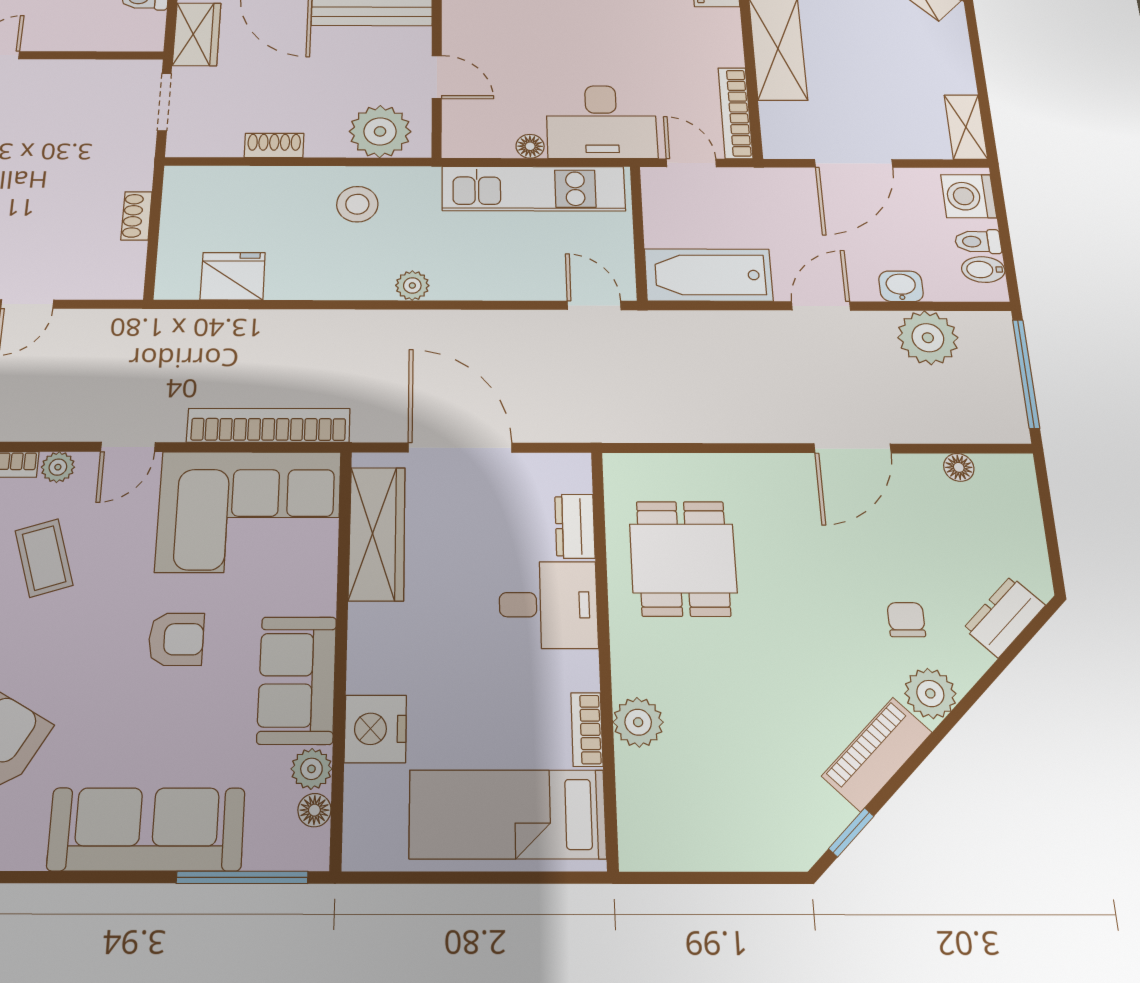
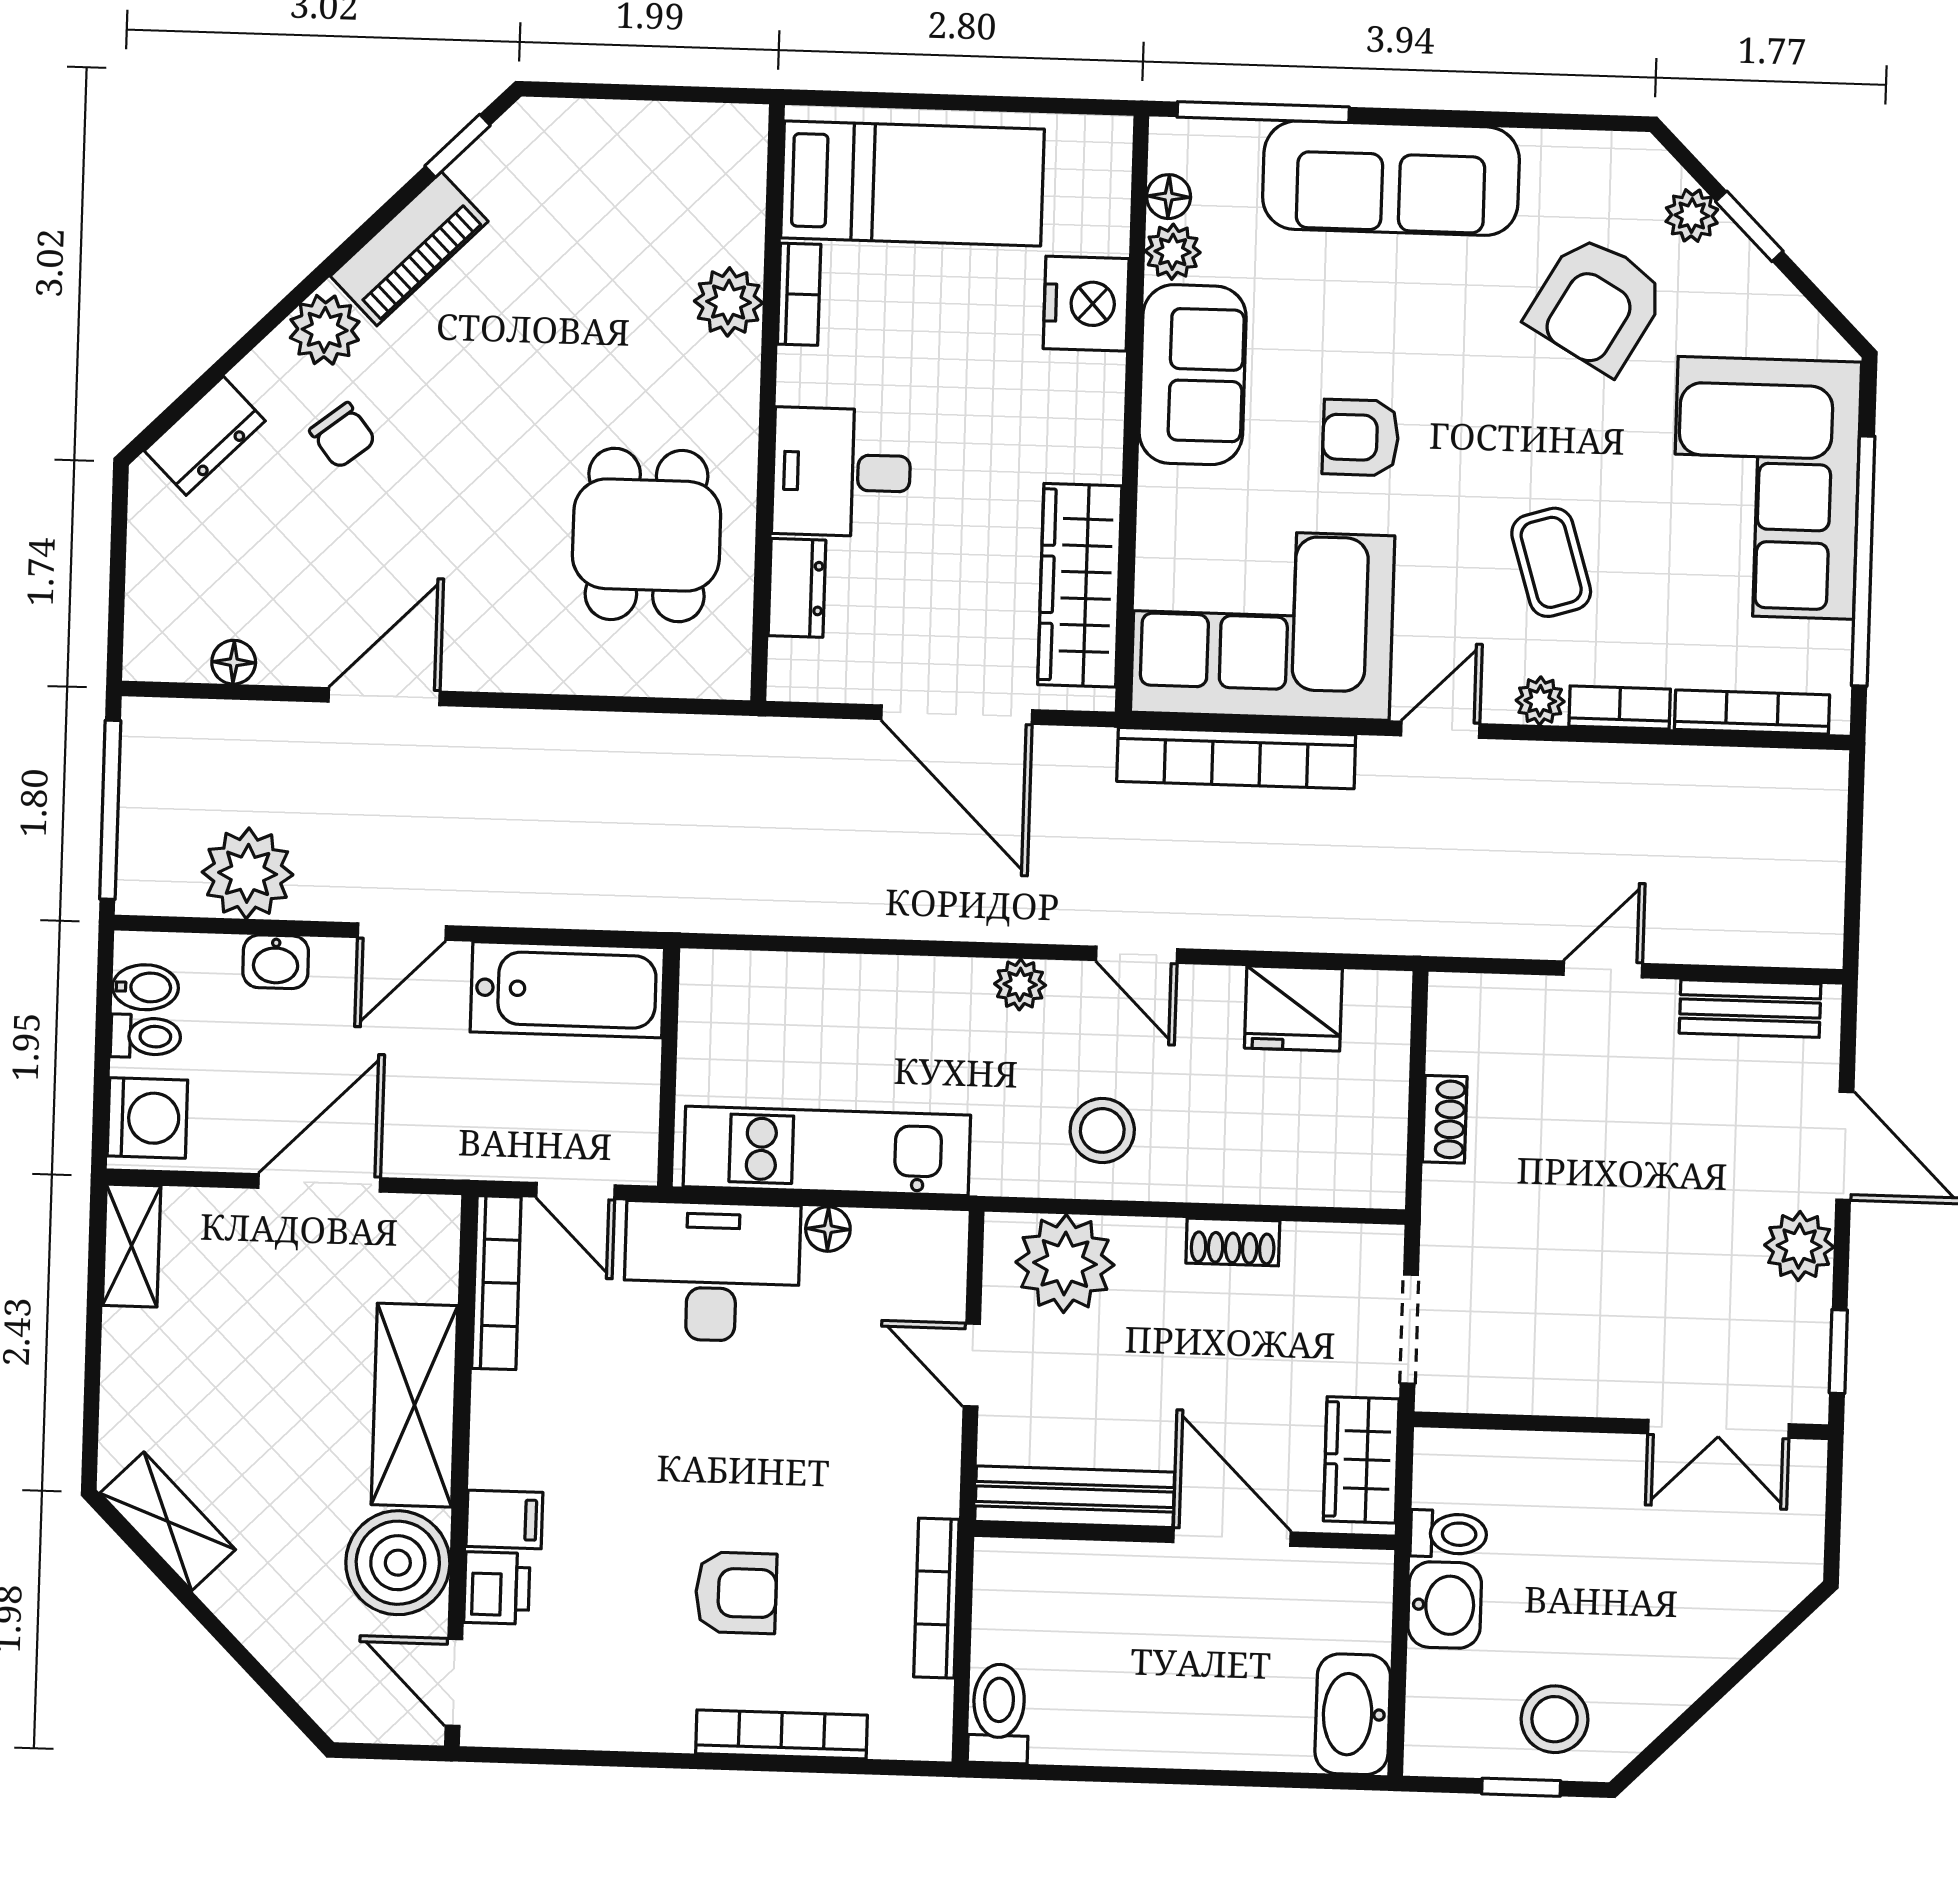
door: (594, 305) -> (1137, 955), moved
chair: (906, 620) -> (343, 436), turned -38

